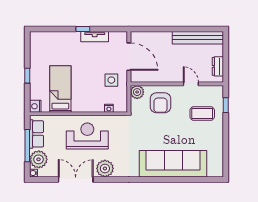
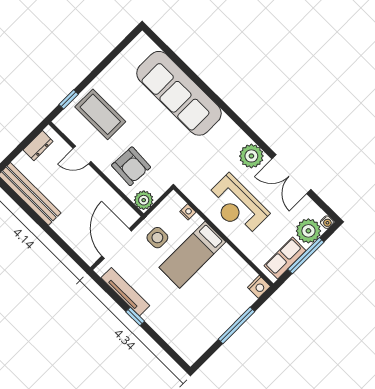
tv unit: (95, 37) -> (125, 292), width x1.41
window: (27, 76) -> (236, 325), width x2.17
door: (191, 84) -> (82, 155), hinge flipped
bed: (60, 89) -> (192, 255), moved
armchair: (161, 103) -> (131, 166), turned 93
coffee table: (202, 113) -> (100, 114), width x1.36, depth x1.32

